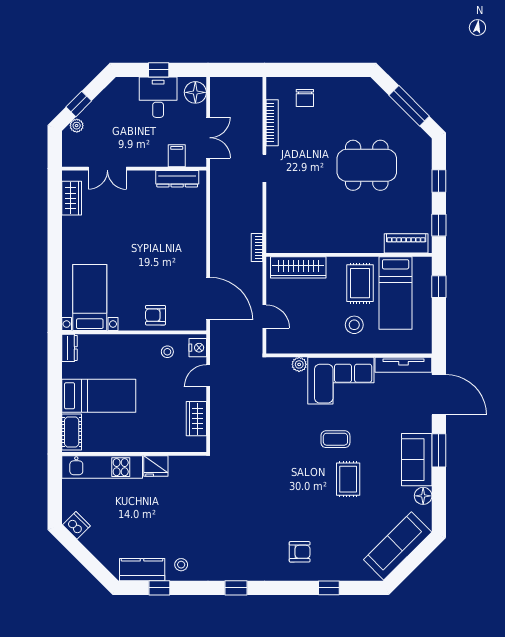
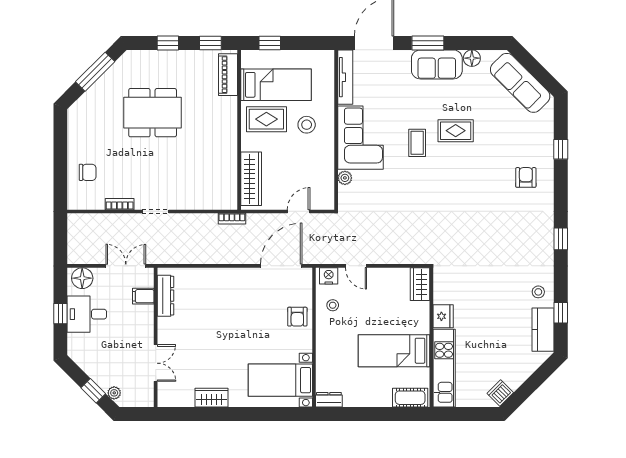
bookcase: (272, 123) -> (120, 204), width x0.64
dining table: (367, 165) -> (153, 113), turned 90
wardrobe: (72, 198) -> (211, 398), moved
bed: (99, 396) -> (394, 351), moved, turned -90
wardrobe: (196, 419) -> (420, 284), moved, turned 90

